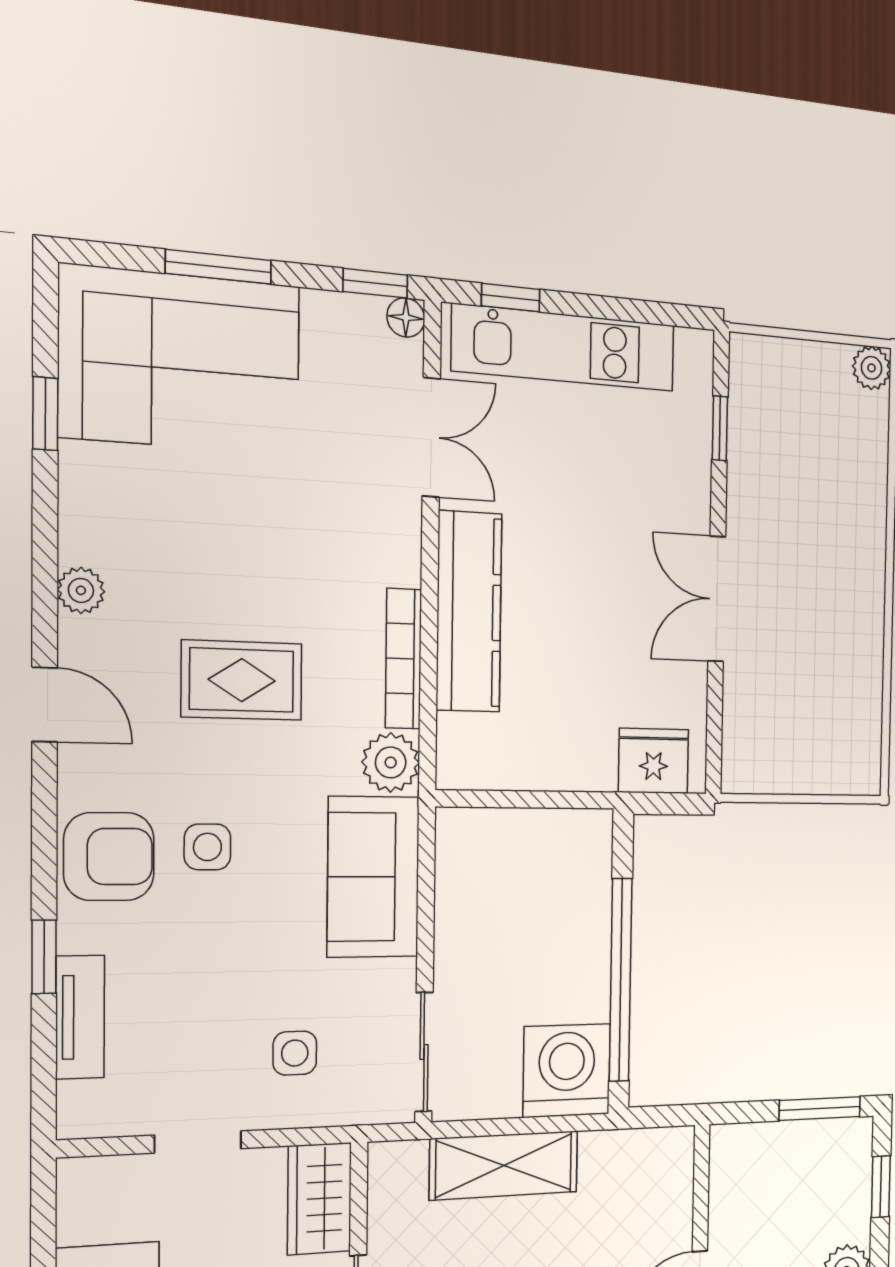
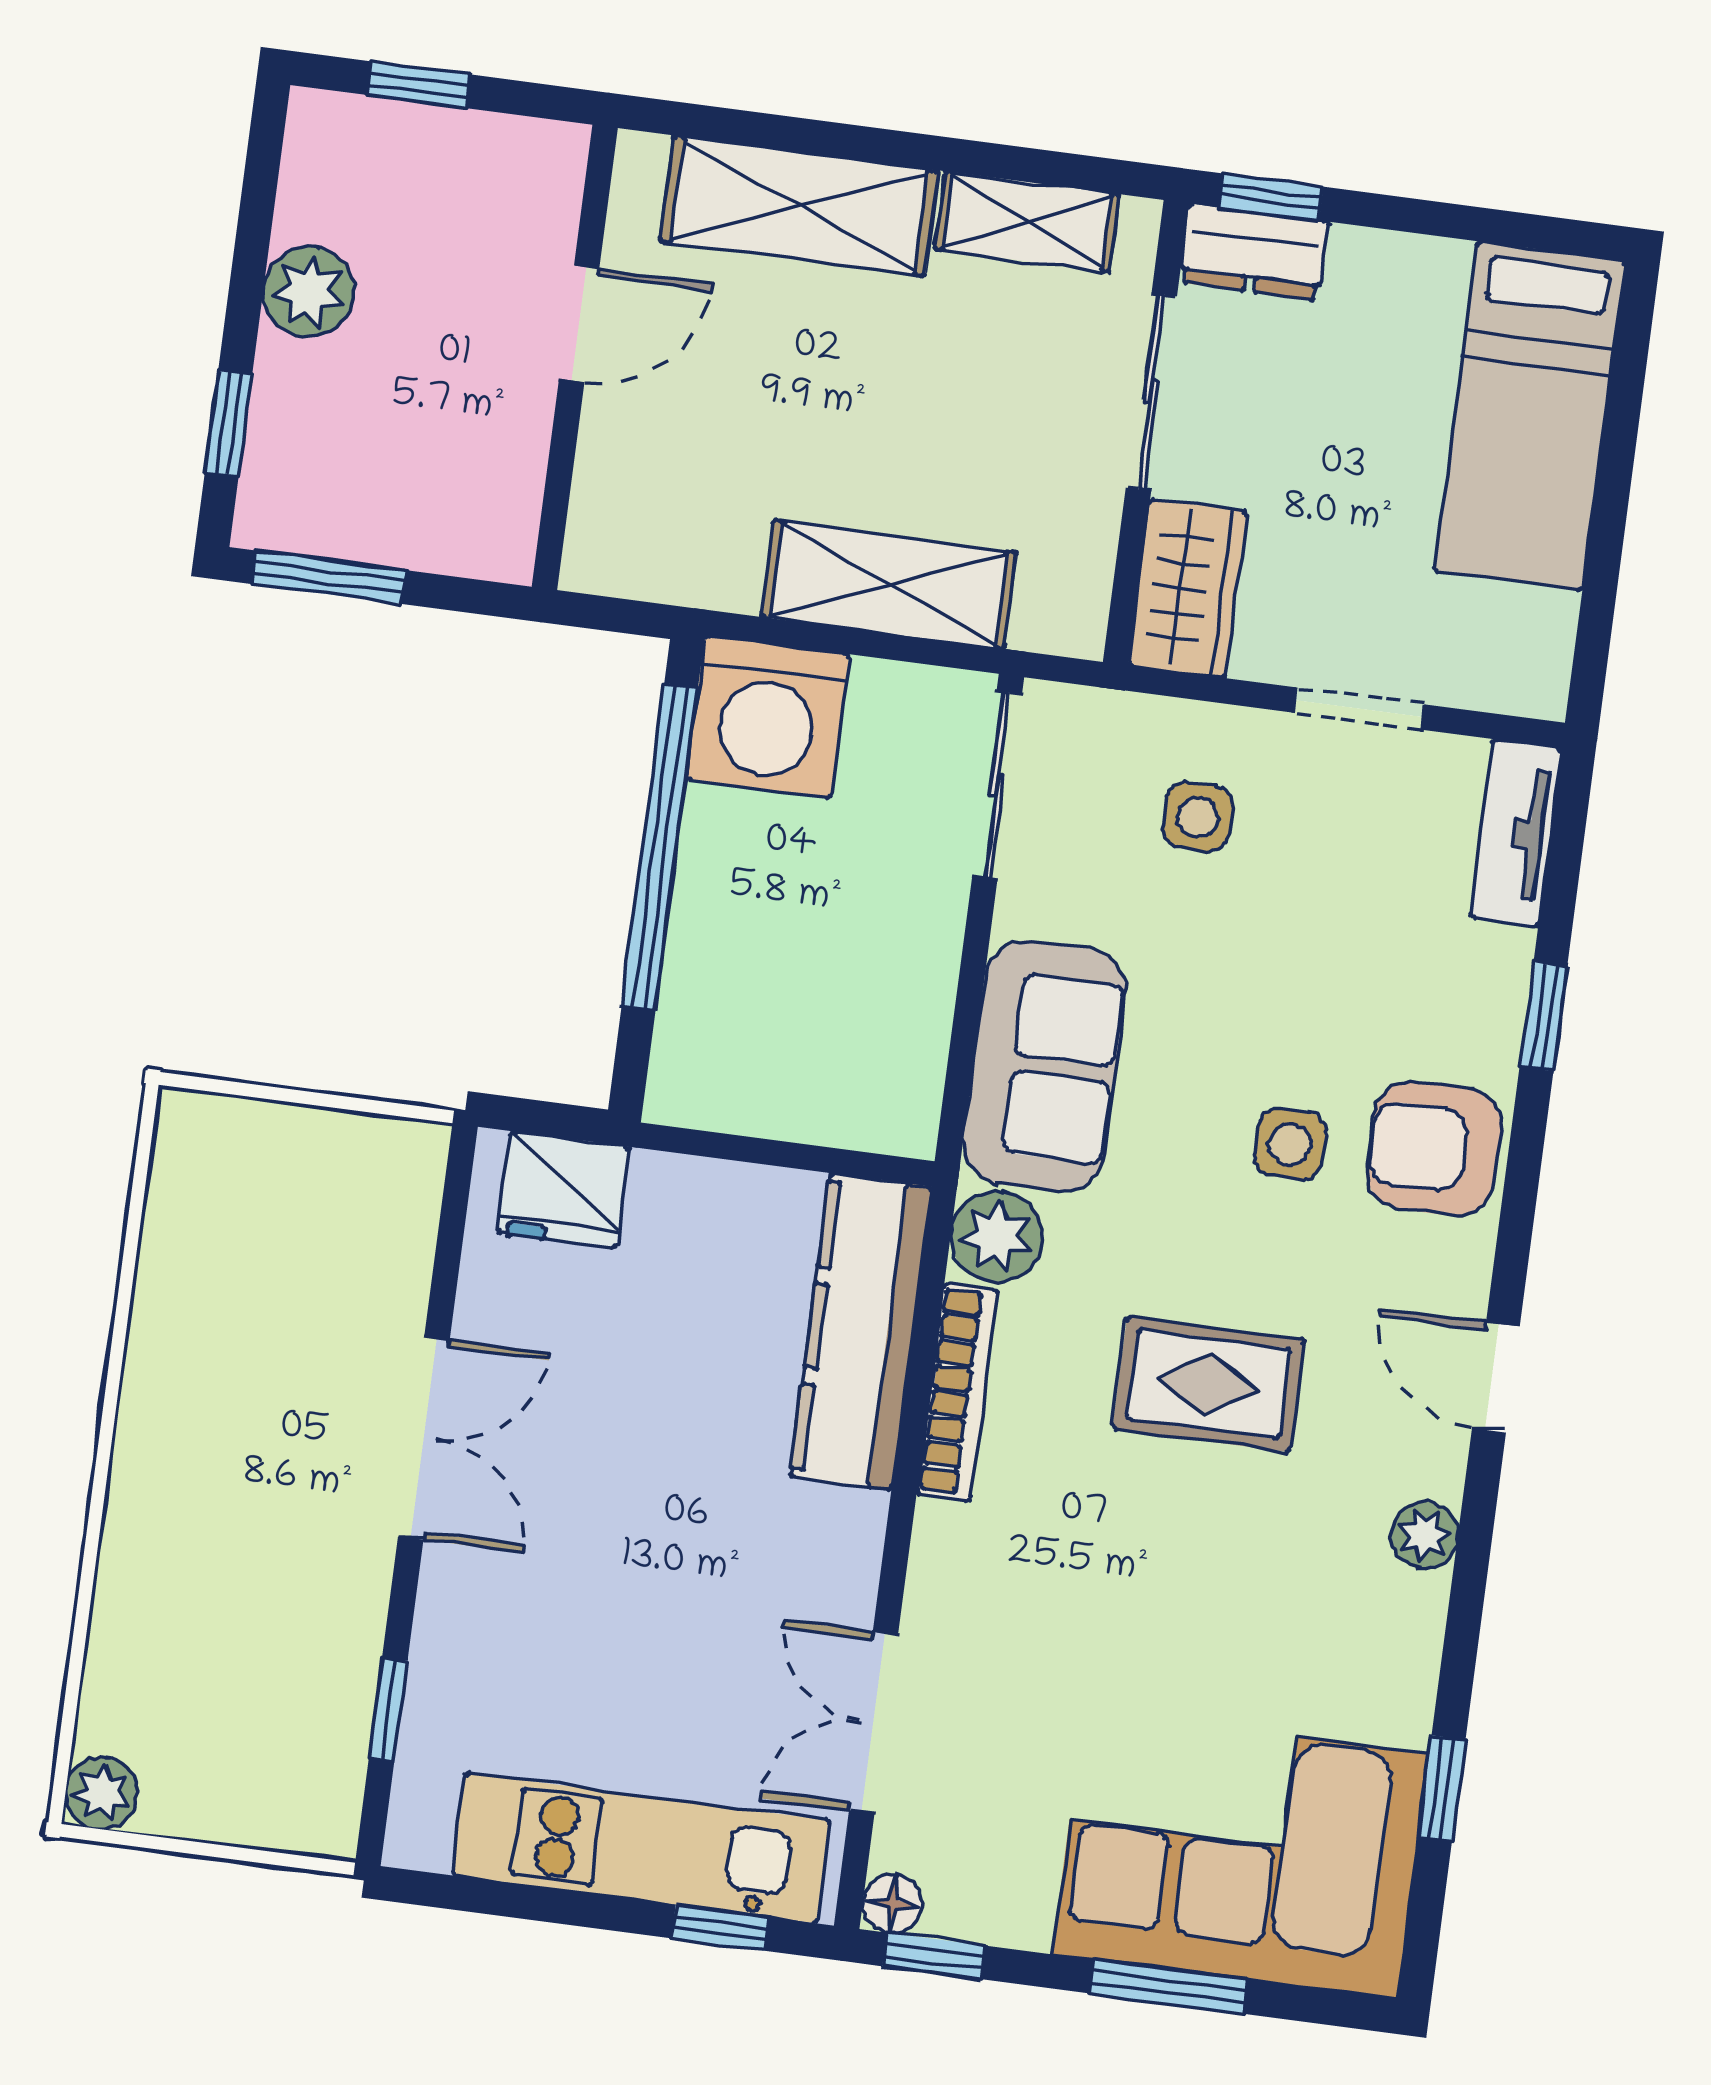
kitchen counter: (469, 612) -> (861, 1332), moved
tv unit: (80, 1017) -> (1516, 833), moved

